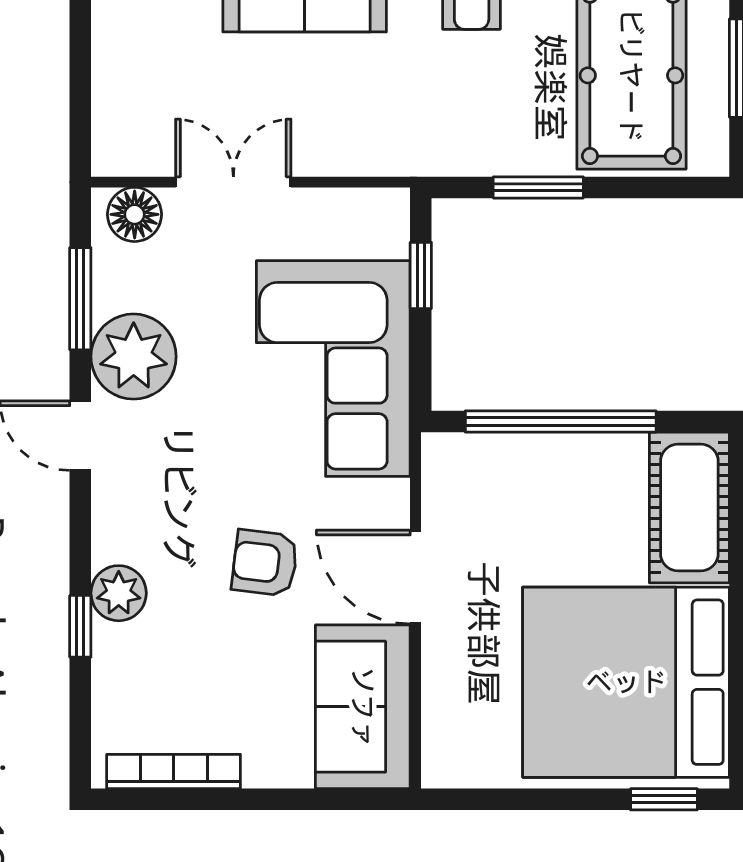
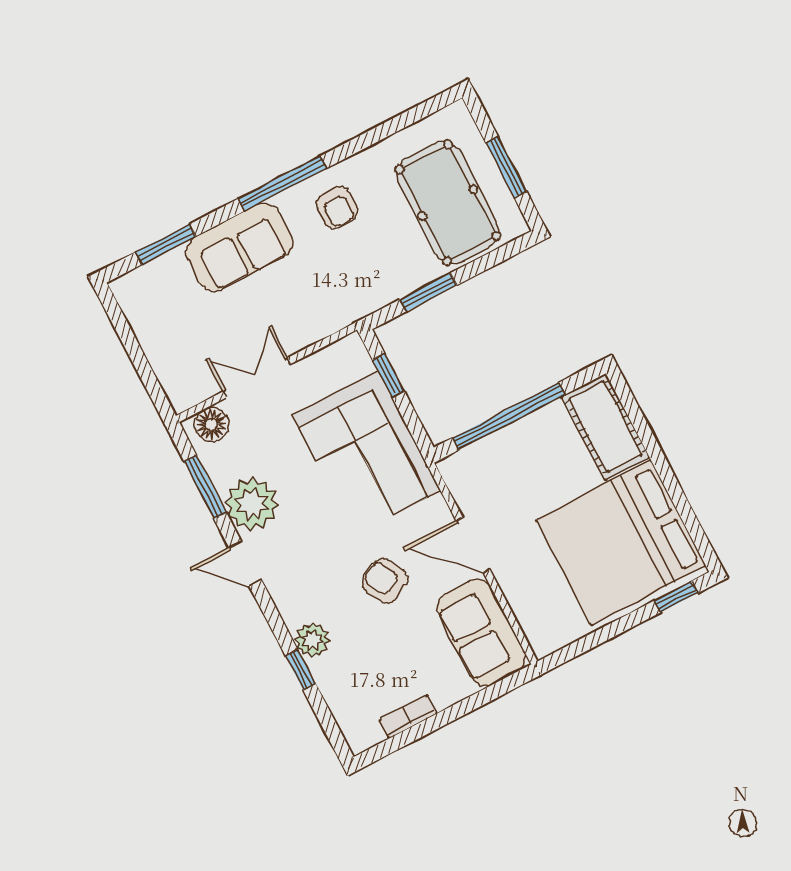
armchair: (265, 563) -> (385, 581), turned 56
bookcase: (174, 772) -> (408, 717), width x0.64

